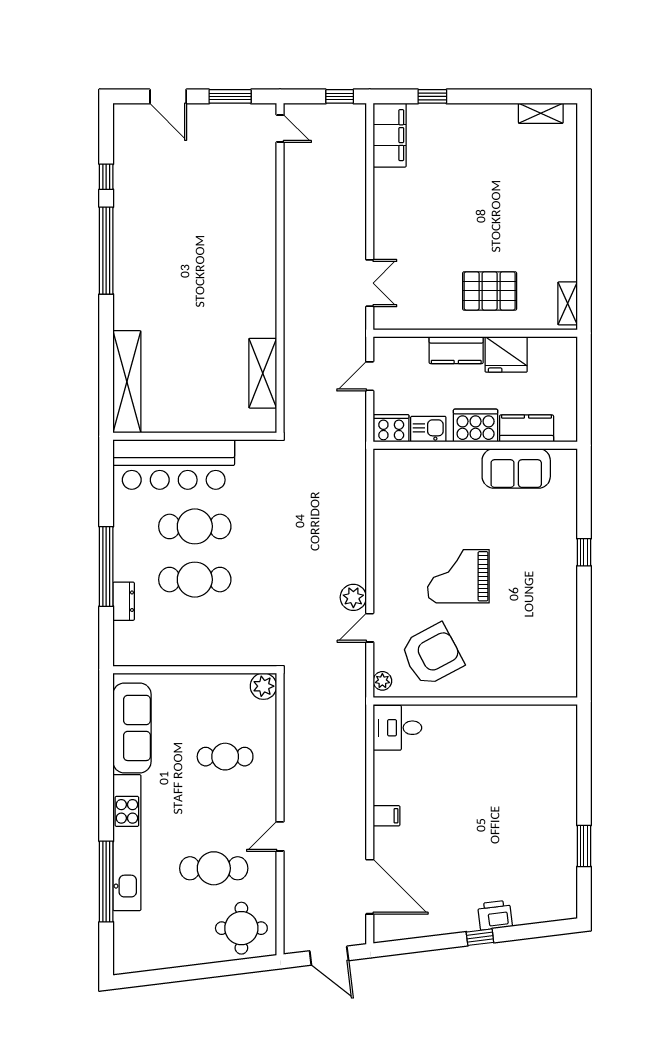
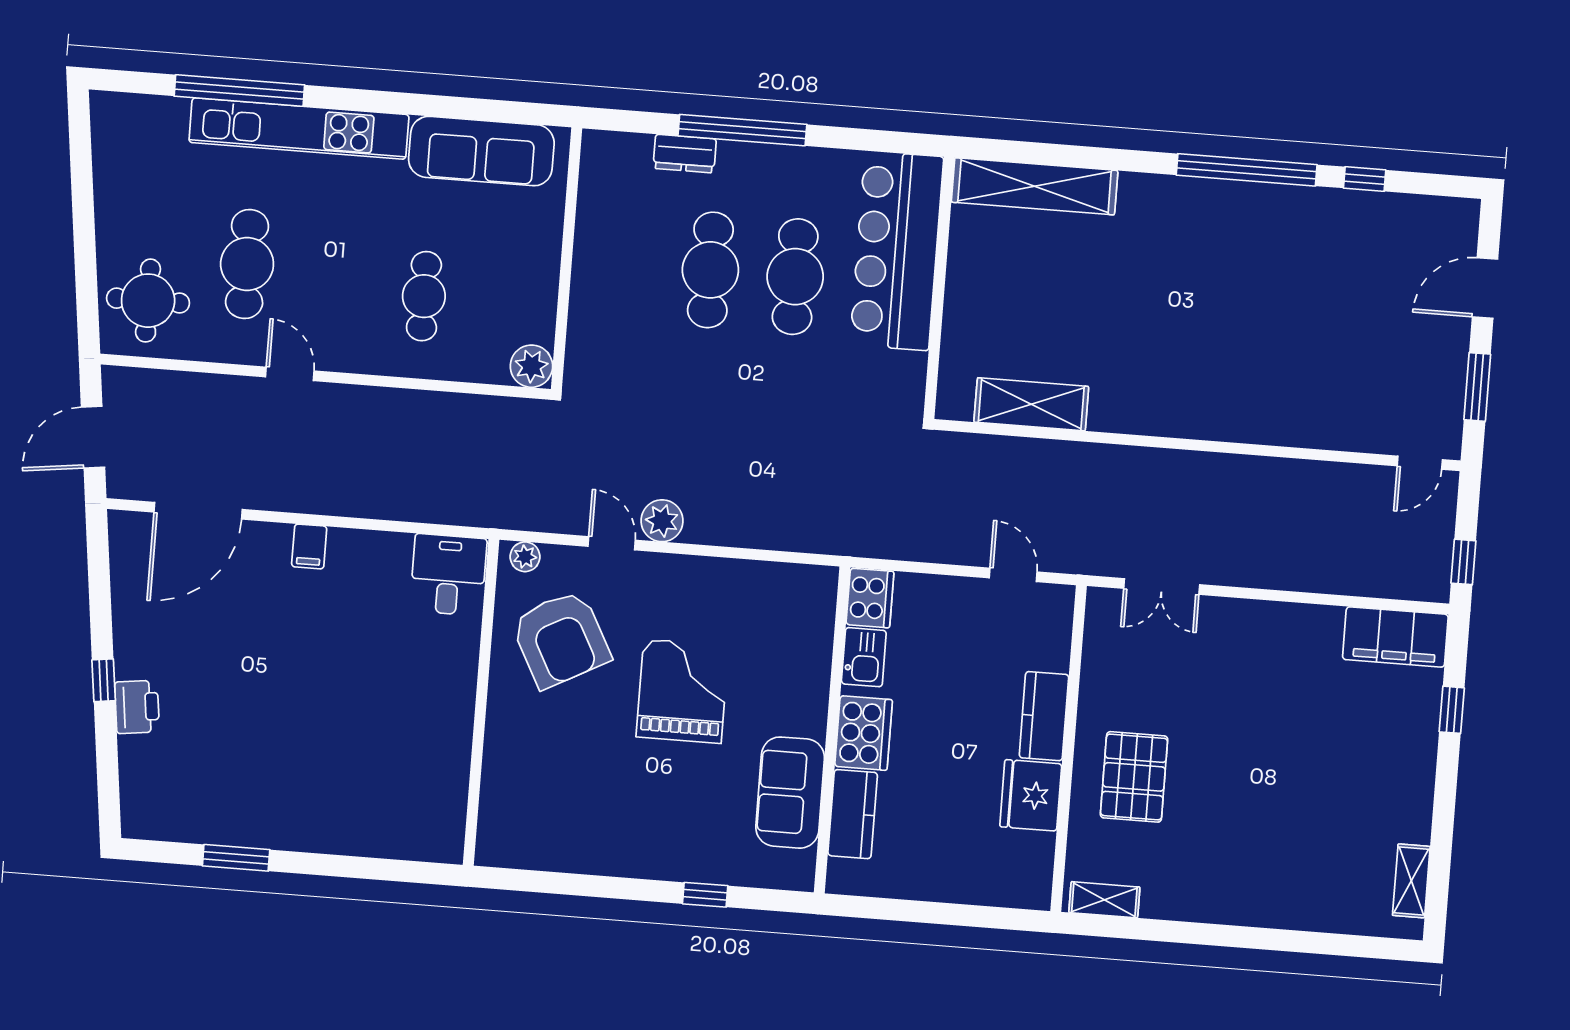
cooker: (476, 426) -> (864, 733), moved
cooker: (391, 428) -> (870, 598), moved
kitchen counter: (527, 428) -> (853, 814), moved
kitchen sink: (428, 429) -> (864, 657), moved
wall: (475, 445) -> (832, 730), moved
sofa: (516, 468) -> (790, 793), moved

